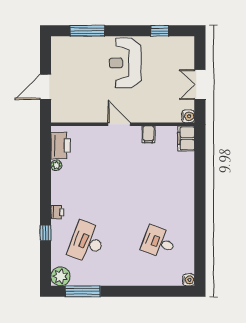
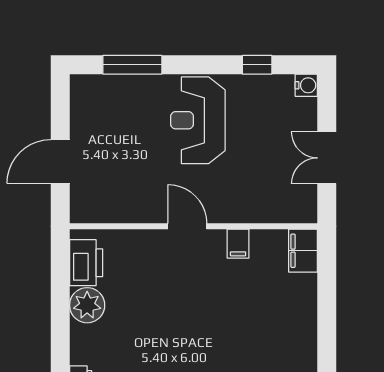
water cooler: (188, 116) -> (306, 85), moved
plant: (56, 165) -> (87, 305), width x1.88, depth x1.88

